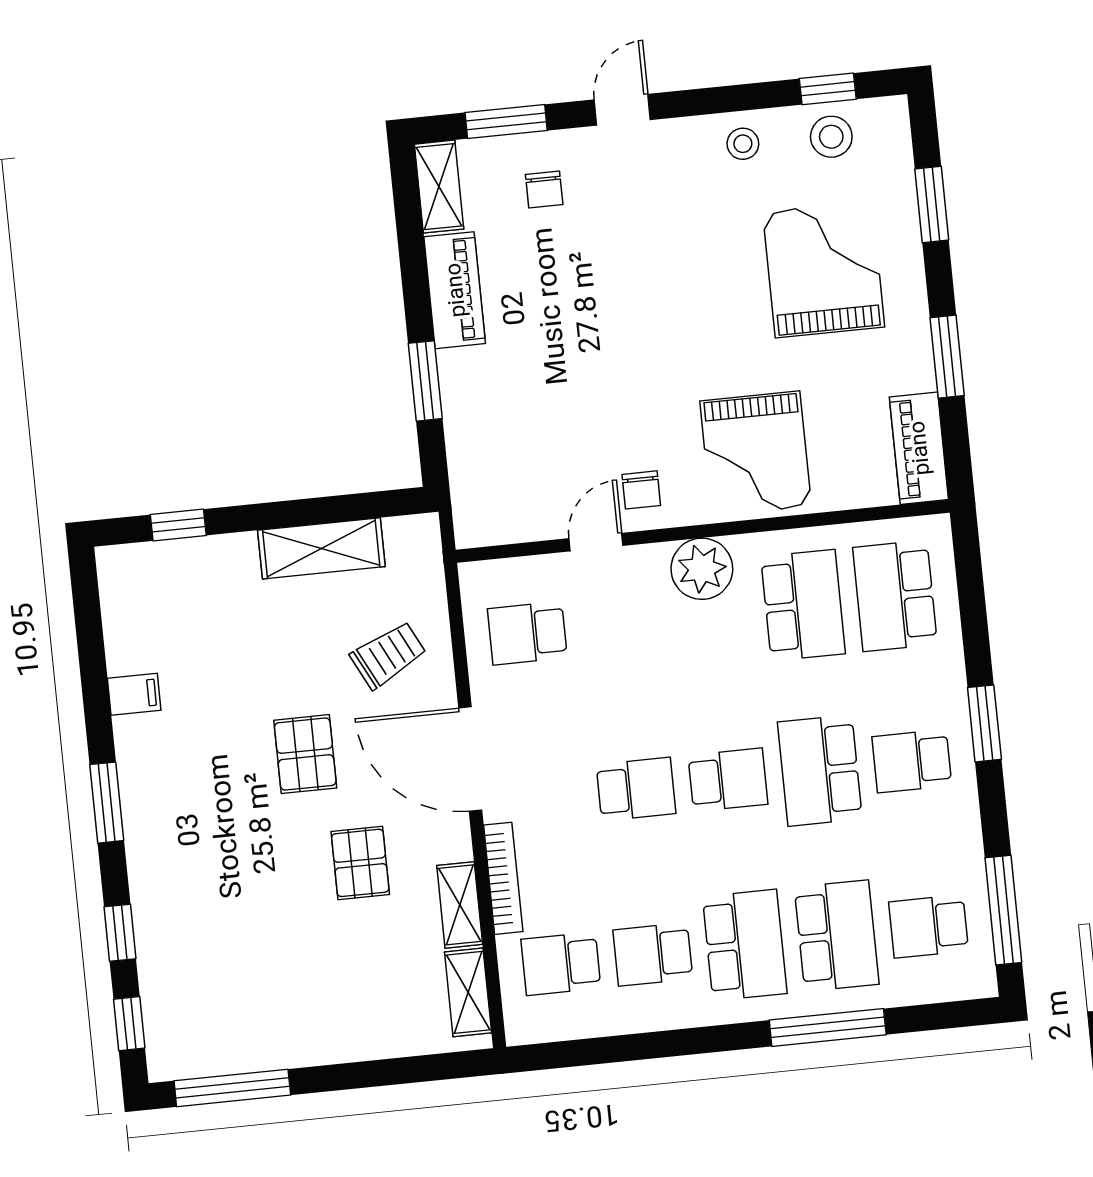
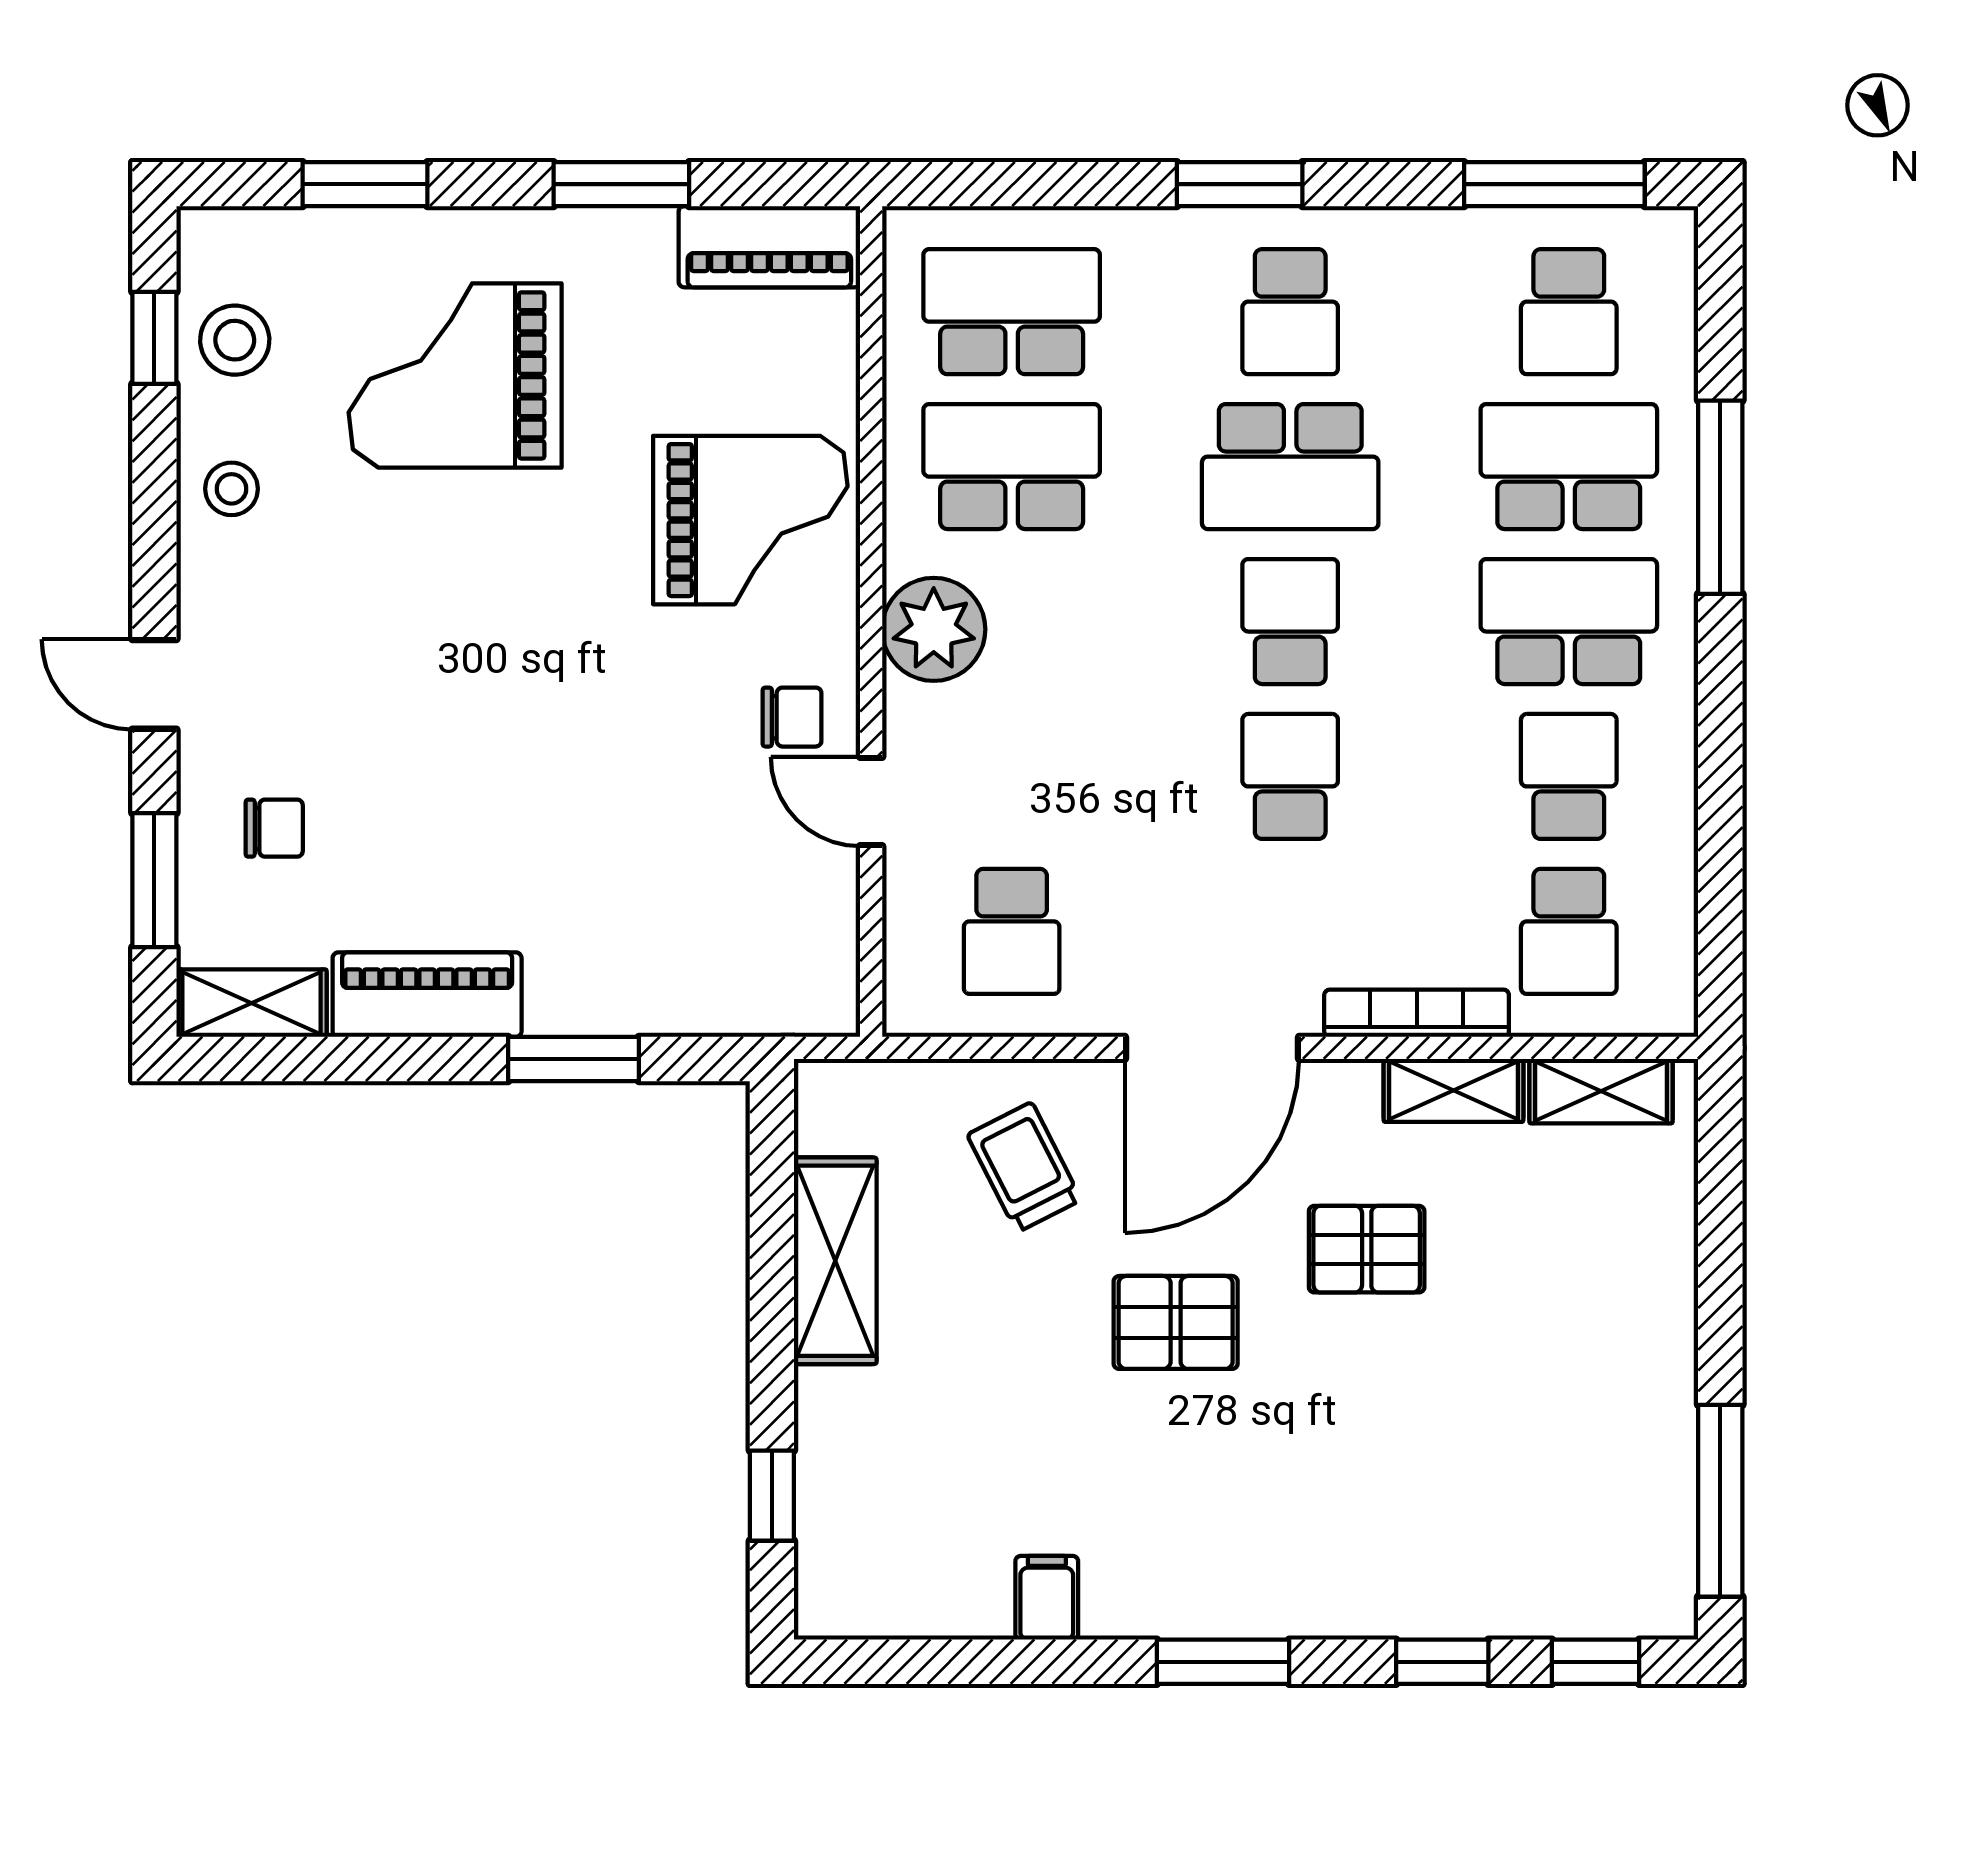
school desk: (895, 596) -> (1012, 312), turned 180
school desk: (653, 954) -> (1569, 776), turned 180

